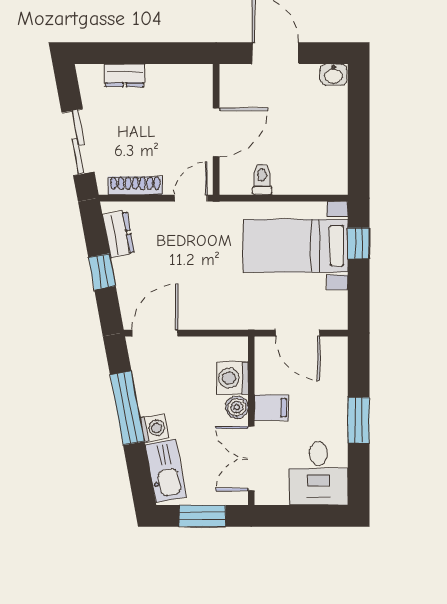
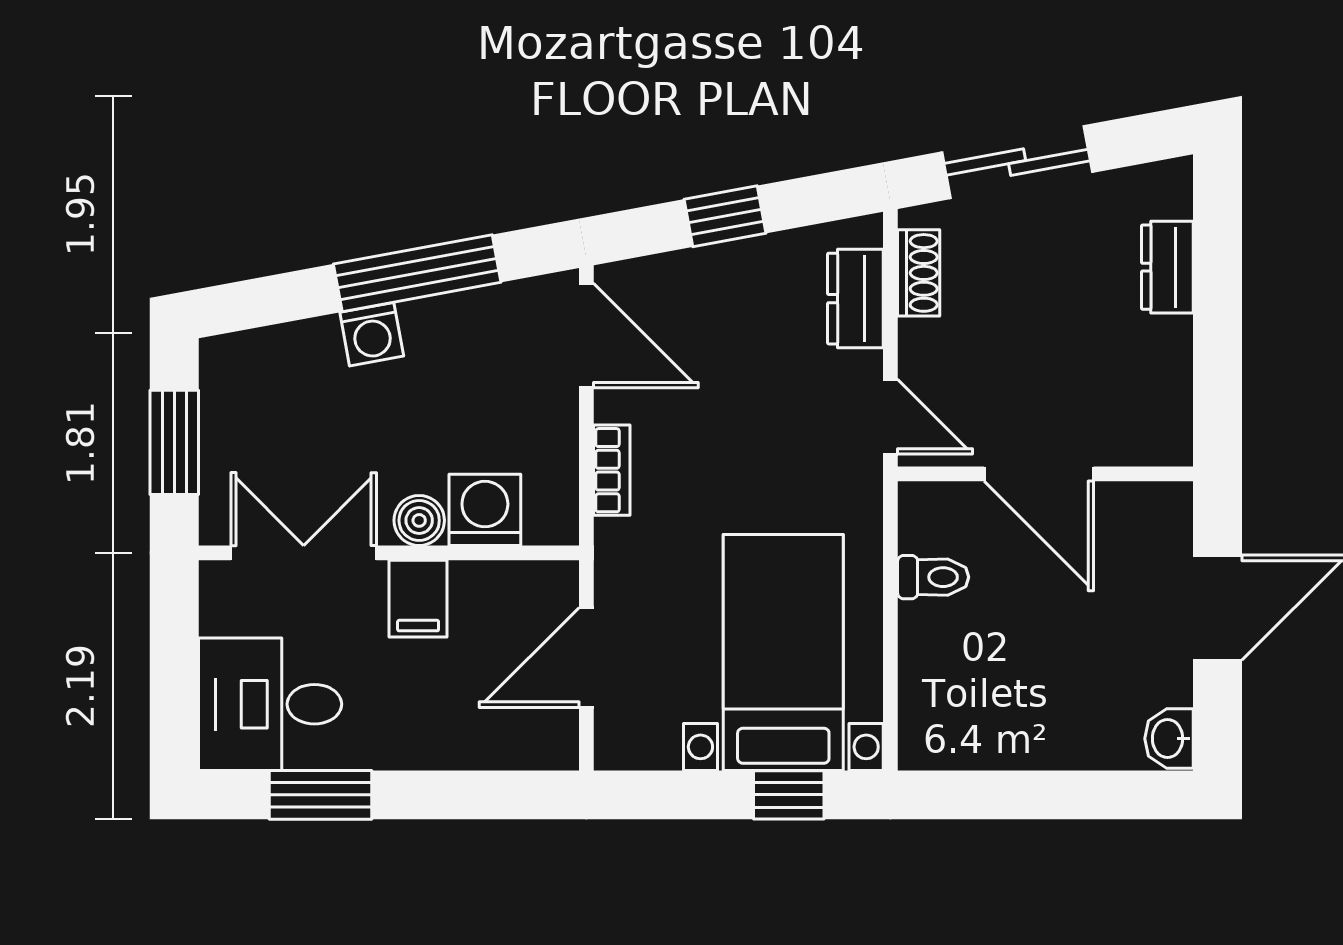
shoe rack: (135, 186) -> (919, 273), width x0.70
dresser: (119, 234) -> (855, 299), moved, turned 100
bookcase: (215, 322) -> (612, 470), added
window: (359, 420) -> (321, 795), moved
kitchen sink: (166, 471) -> (276, 360), removed

